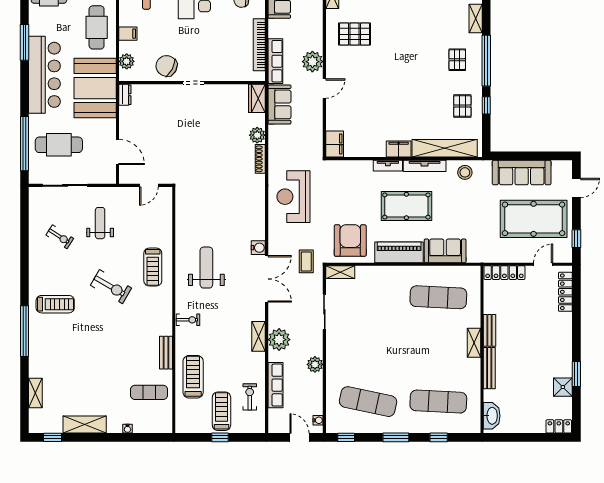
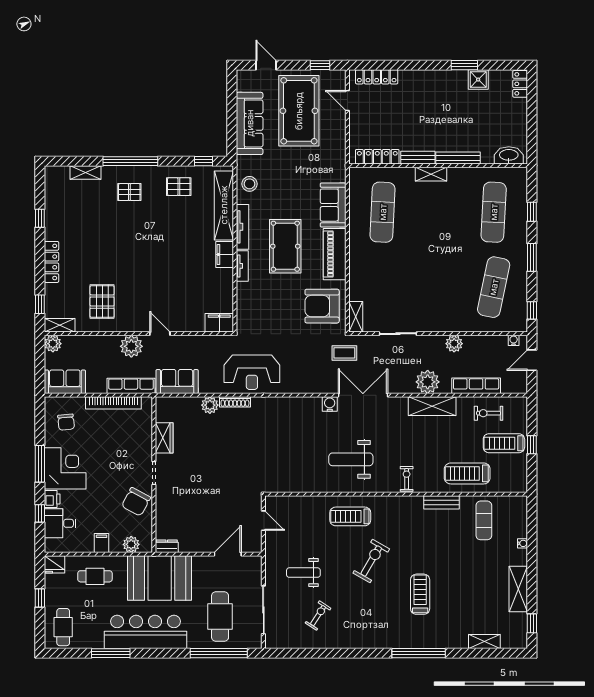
cafe table: (97, 27) -> (95, 576), width x0.73, depth x0.74
wardrobe: (257, 98) -> (164, 438), moved, turned -90
window: (486, 105) -> (204, 161), moved
reception desk: (293, 197) -> (252, 372), moved
treadmill: (153, 267) -> (350, 516), turned 180
locker: (504, 273) -> (377, 157), moved, turned -90
treadmill: (55, 304) -> (420, 594), moved
shelving: (259, 336) -> (432, 406), width x1.50, depth x1.33

